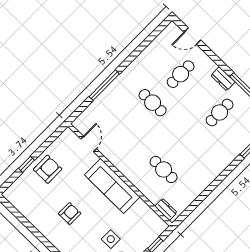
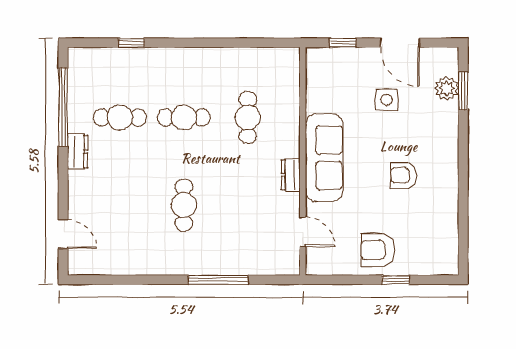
cafe table: (181, 74) -> (184, 117), moved
door: (89, 144) -> (303, 232), swing flipped
dresser: (166, 209) -> (291, 175), moved

